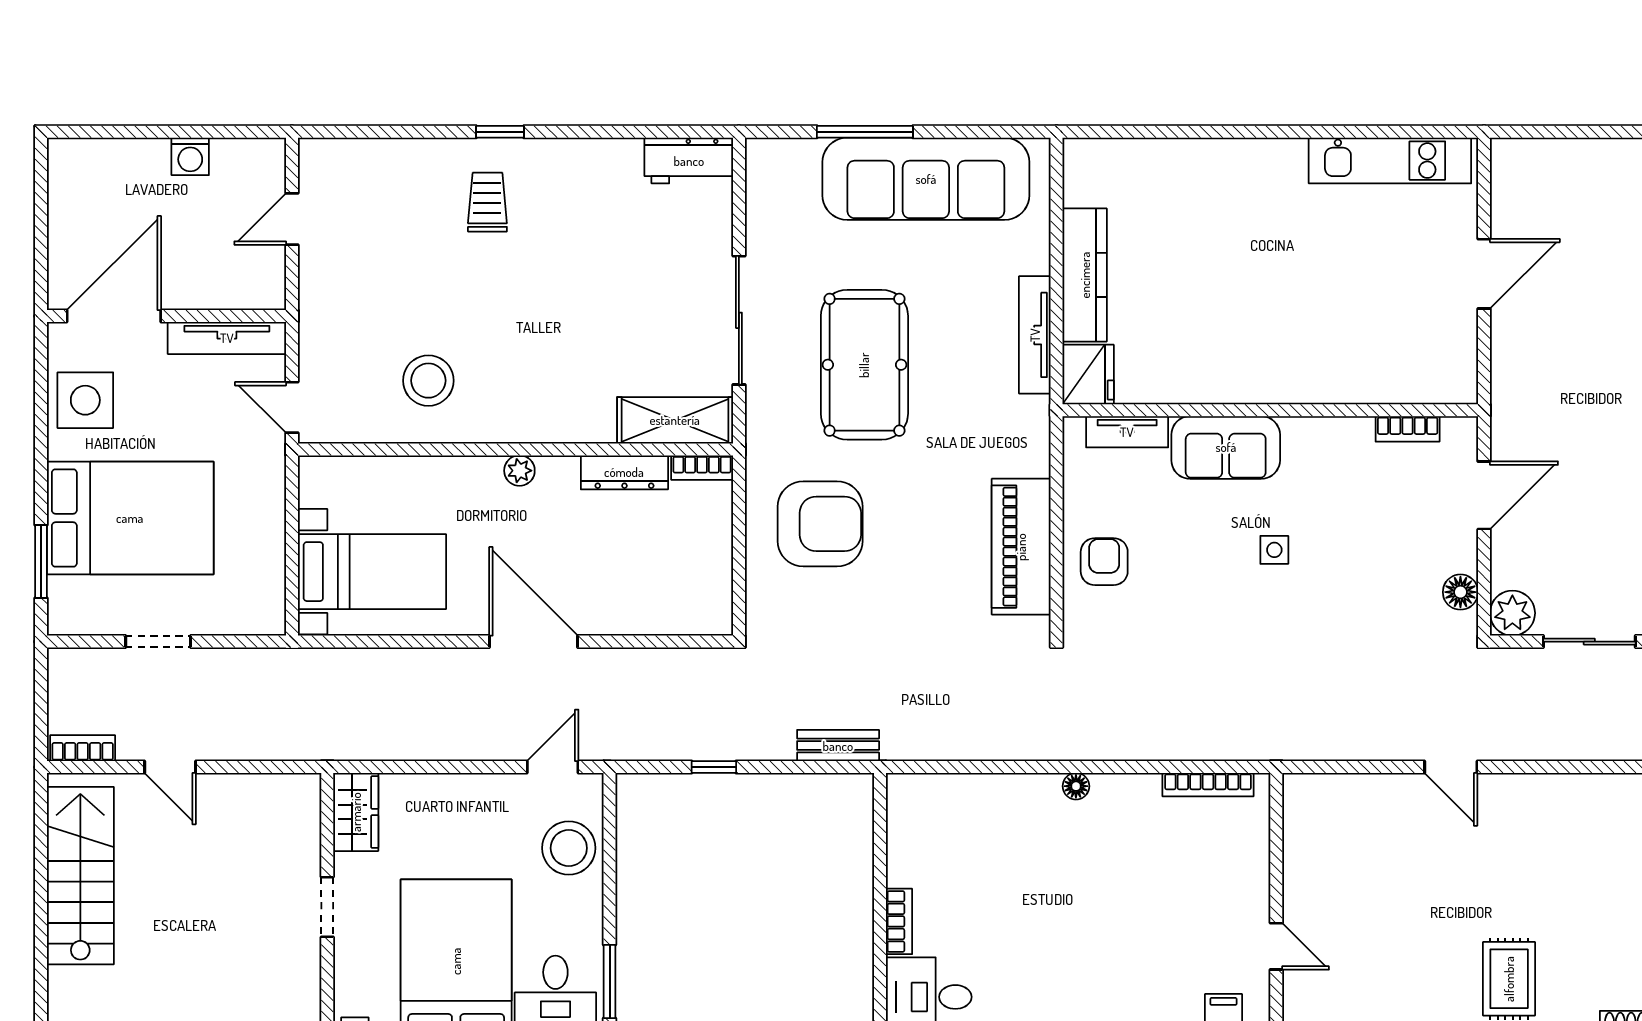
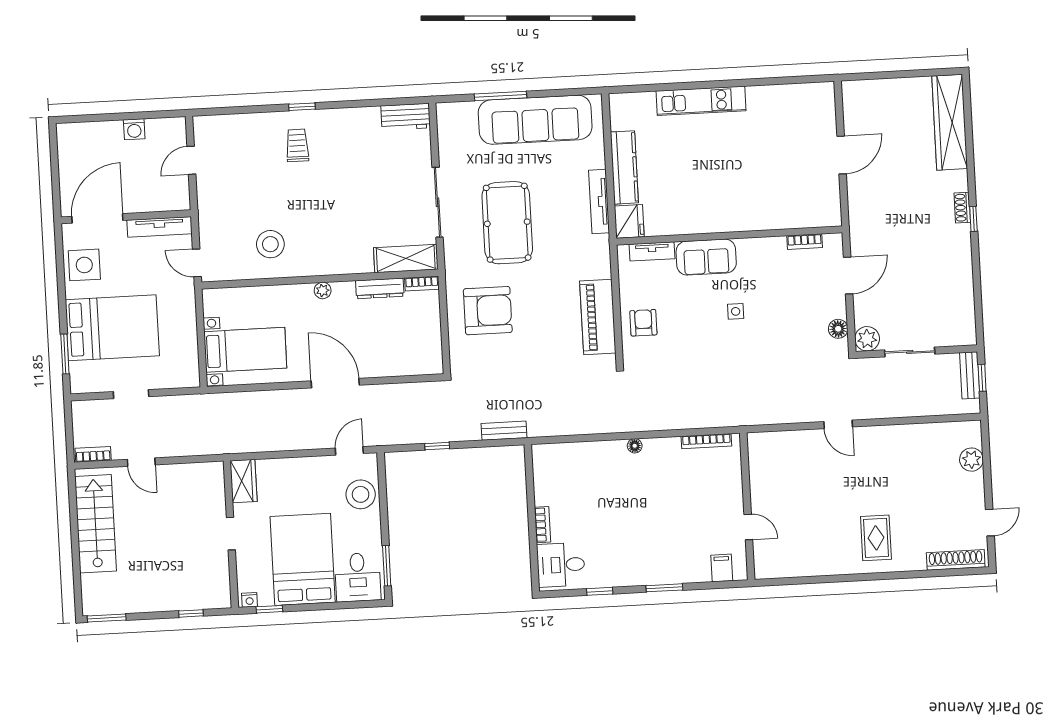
kitchen unit: (1390, 161) -> (701, 101), moved

